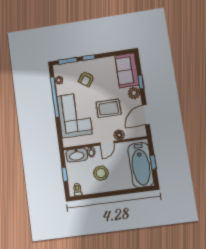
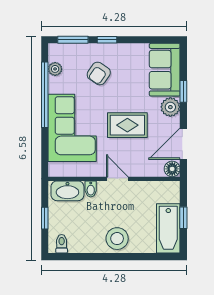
floor lamp: (119, 135) -> (172, 169), moved
door: (107, 143) -> (117, 179), swing flipped
bathtub: (141, 165) -> (168, 228), width x0.73, depth x0.73
stool: (101, 173) -> (117, 239), moved

